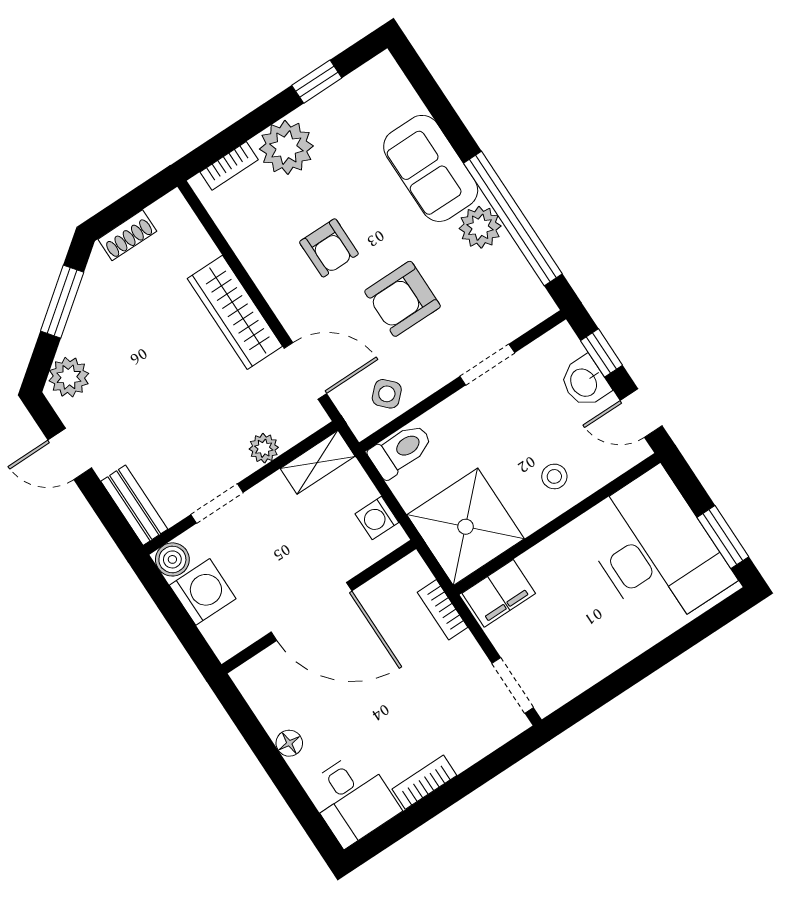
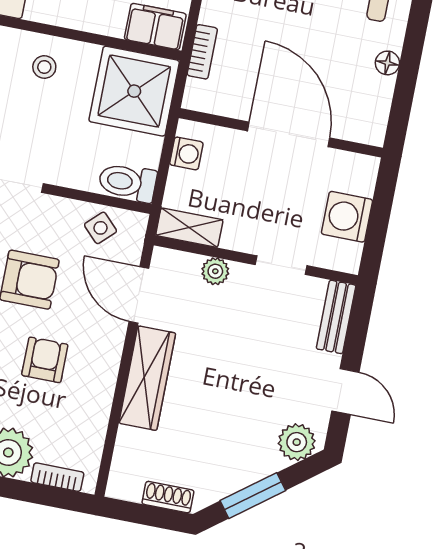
boiler: (172, 559) -> (346, 257), removed

